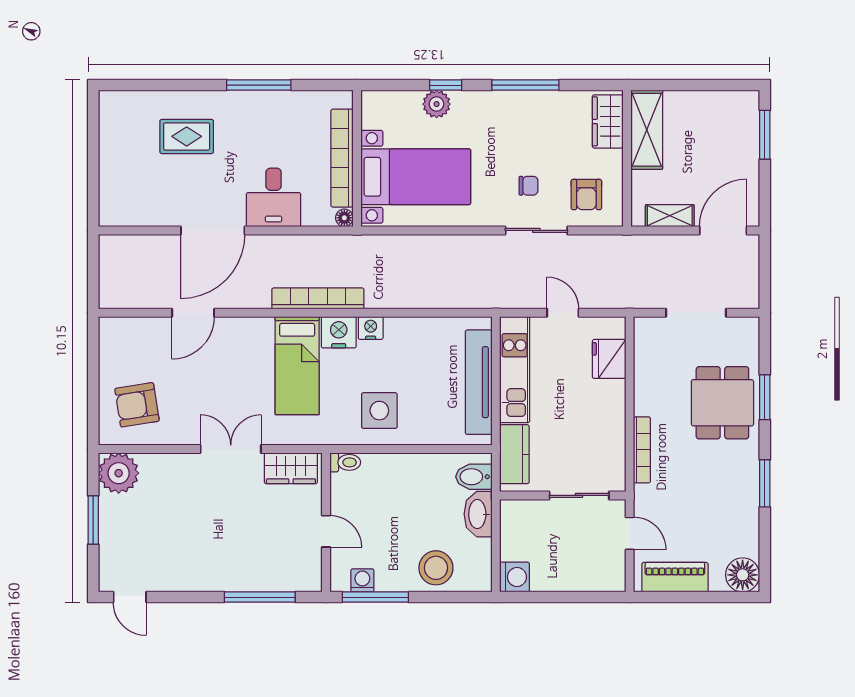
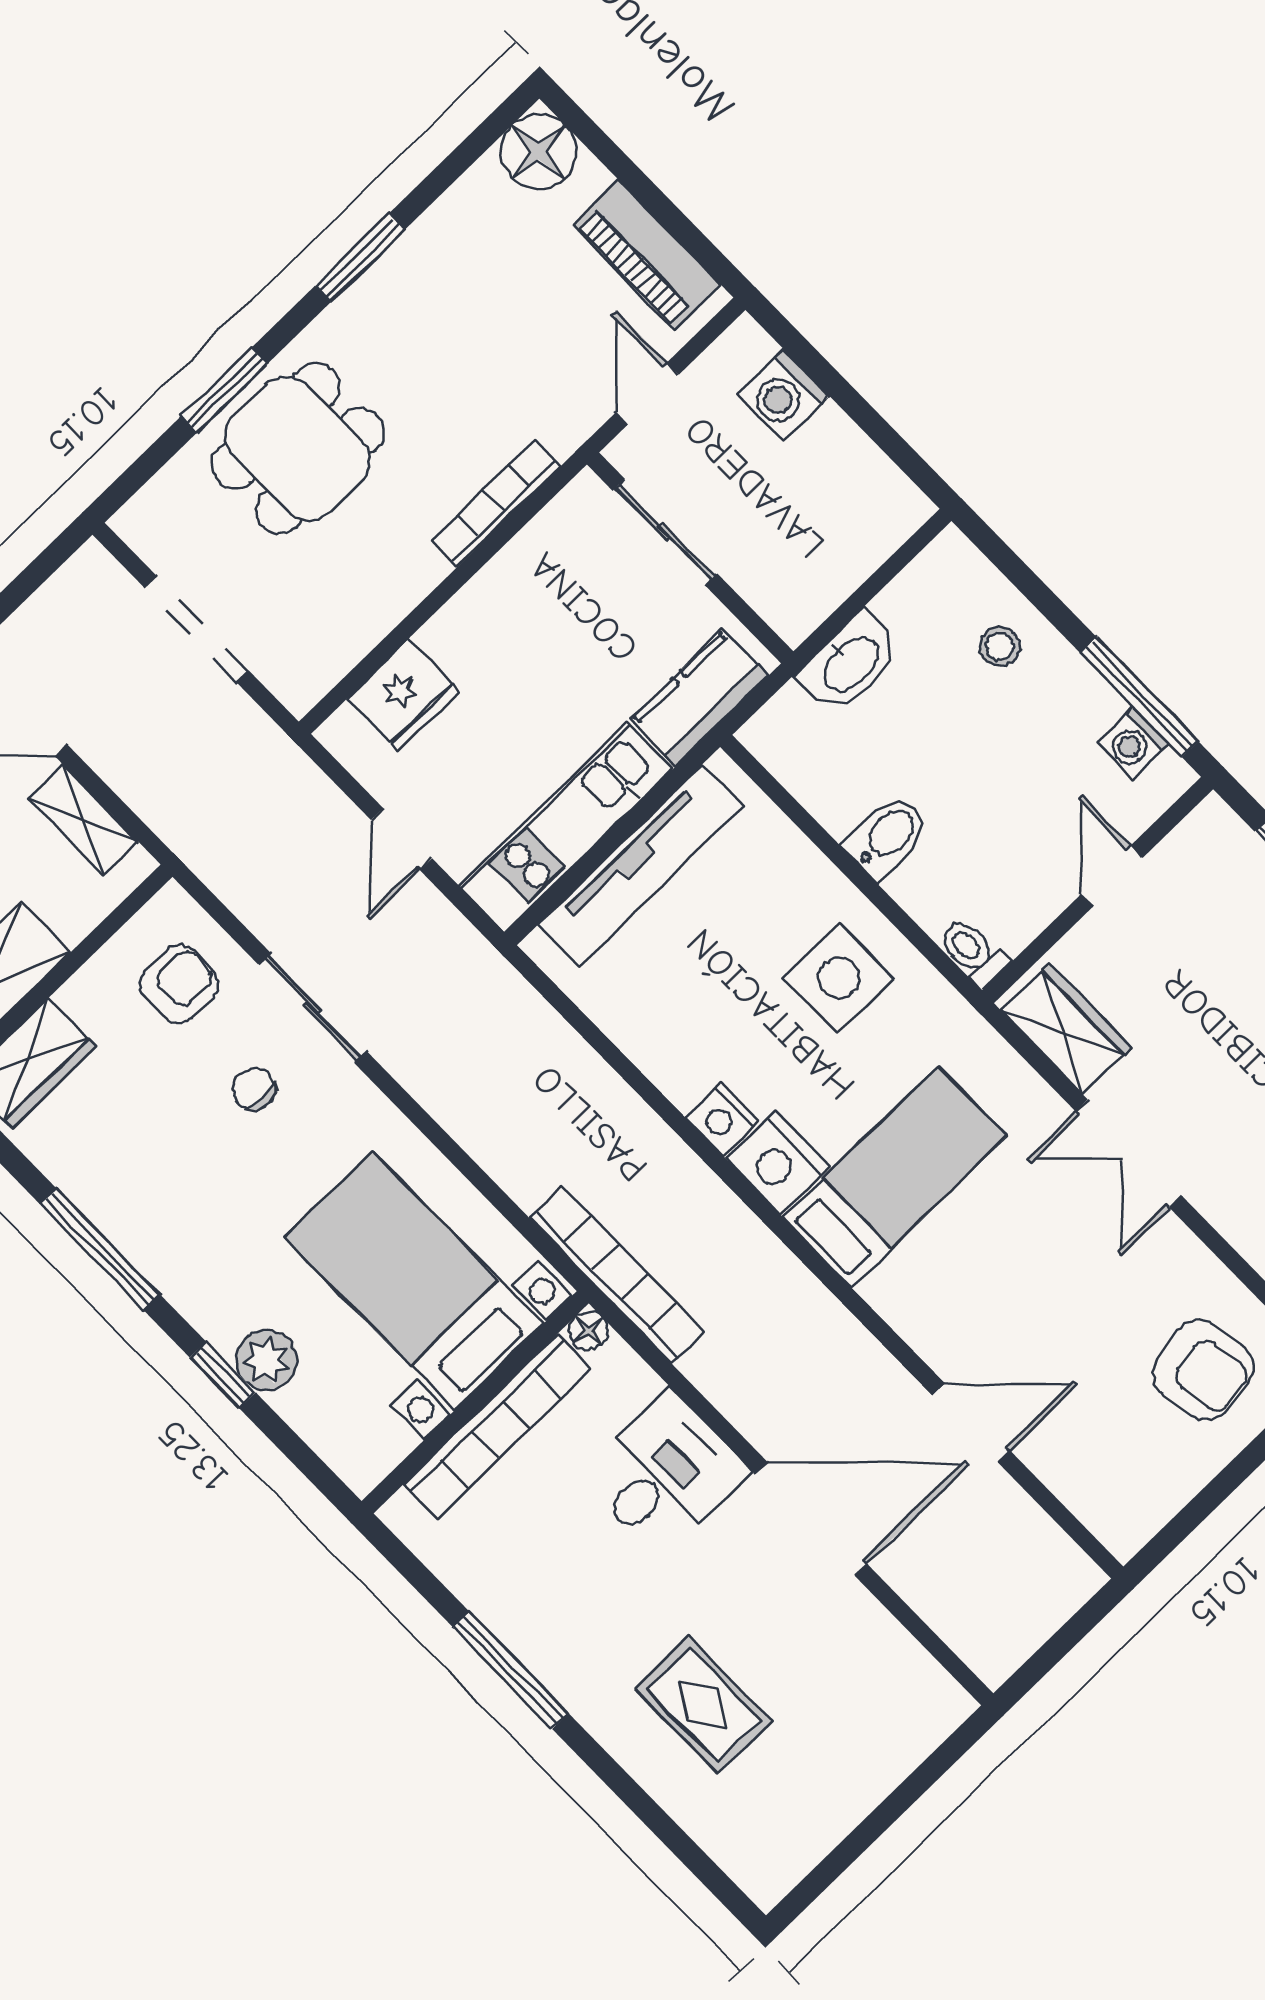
bookcase: (318, 298) -> (617, 1275), moved, turned 180
bidet: (474, 477) -> (887, 837), moved, turned -90
stool: (436, 568) -> (1000, 647), width x0.53, depth x0.53
washing machine: (515, 577) -> (783, 395), moved, turned -90

